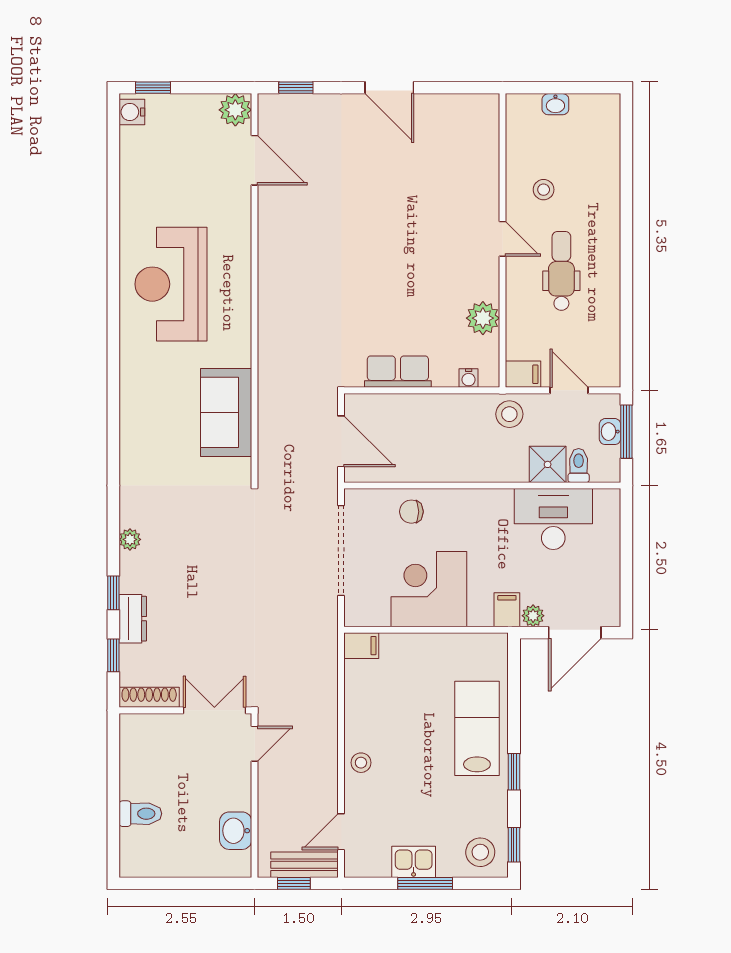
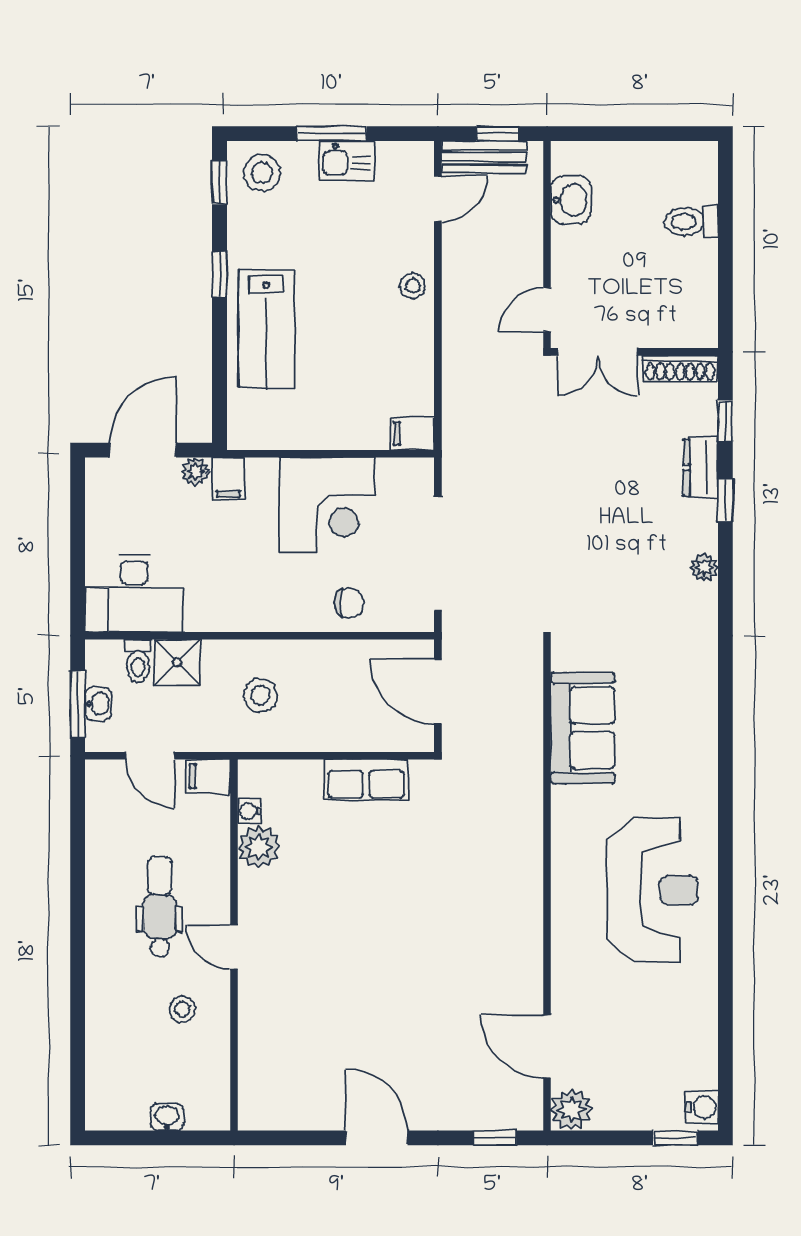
dental chair: (561, 271) -> (160, 907), turned 180
water cooler: (469, 378) -> (250, 811), moved, turned -90
stool: (509, 414) -> (260, 695), moved
desk: (553, 519) -> (134, 593), moved

